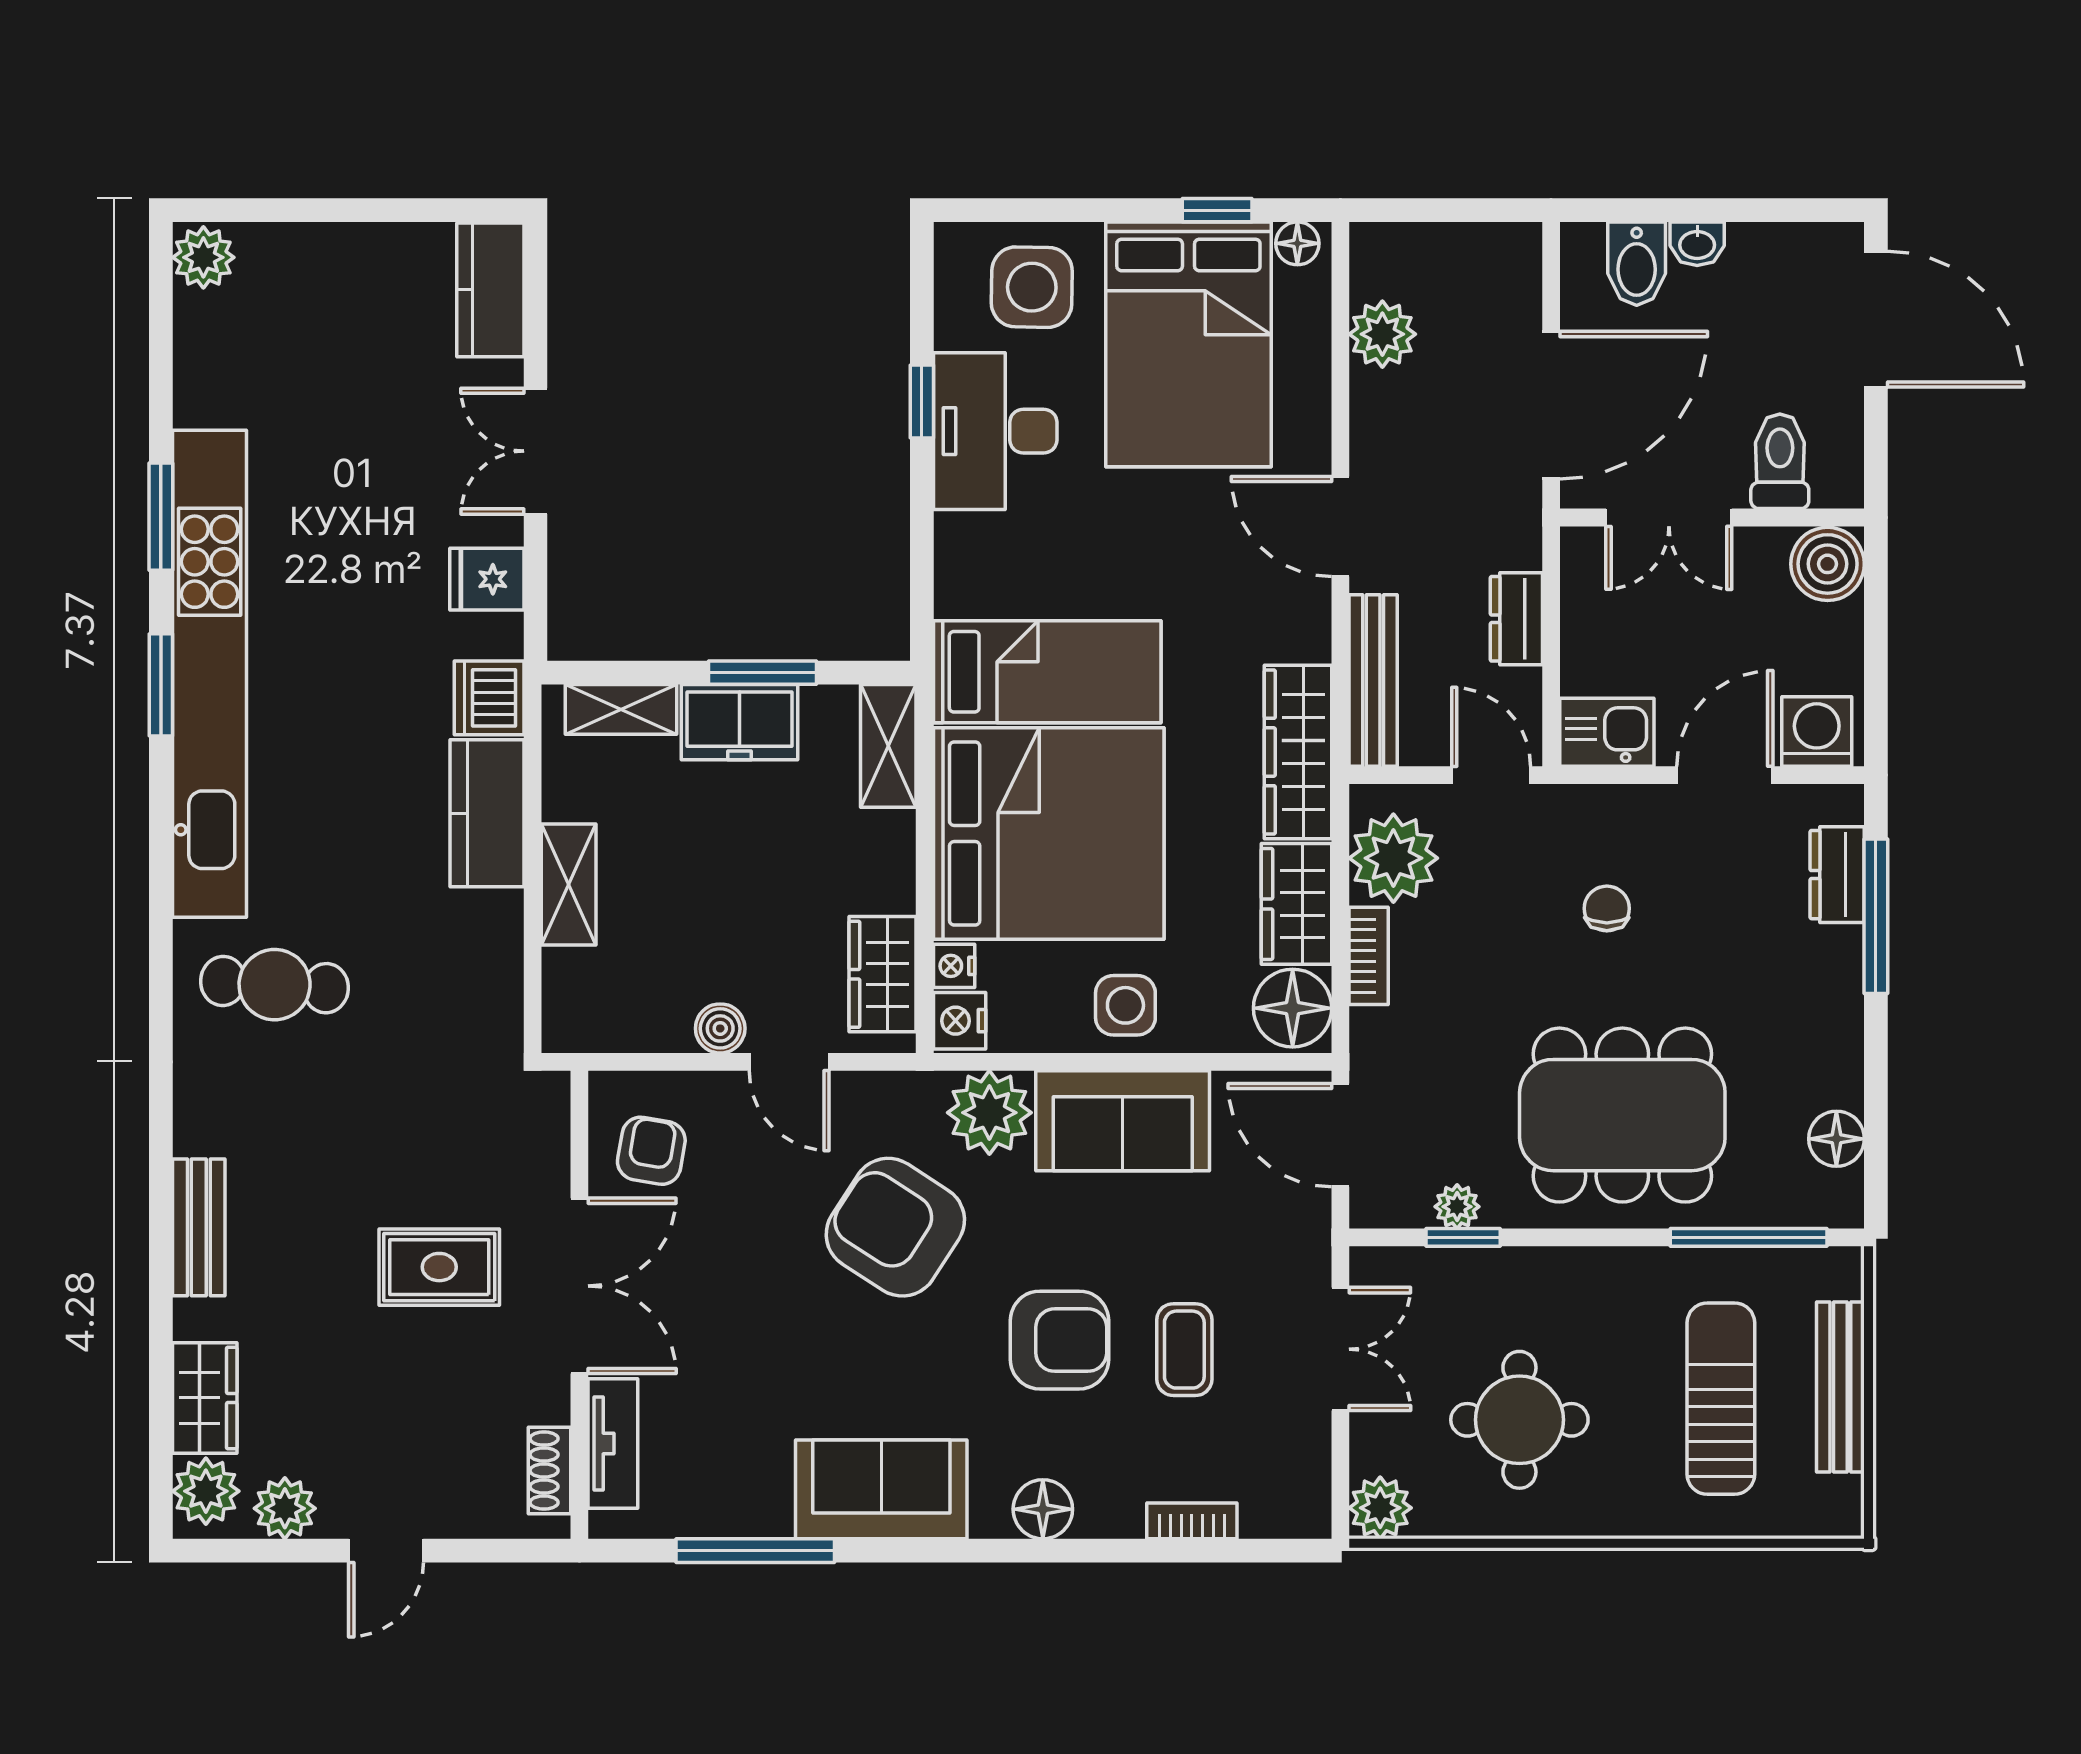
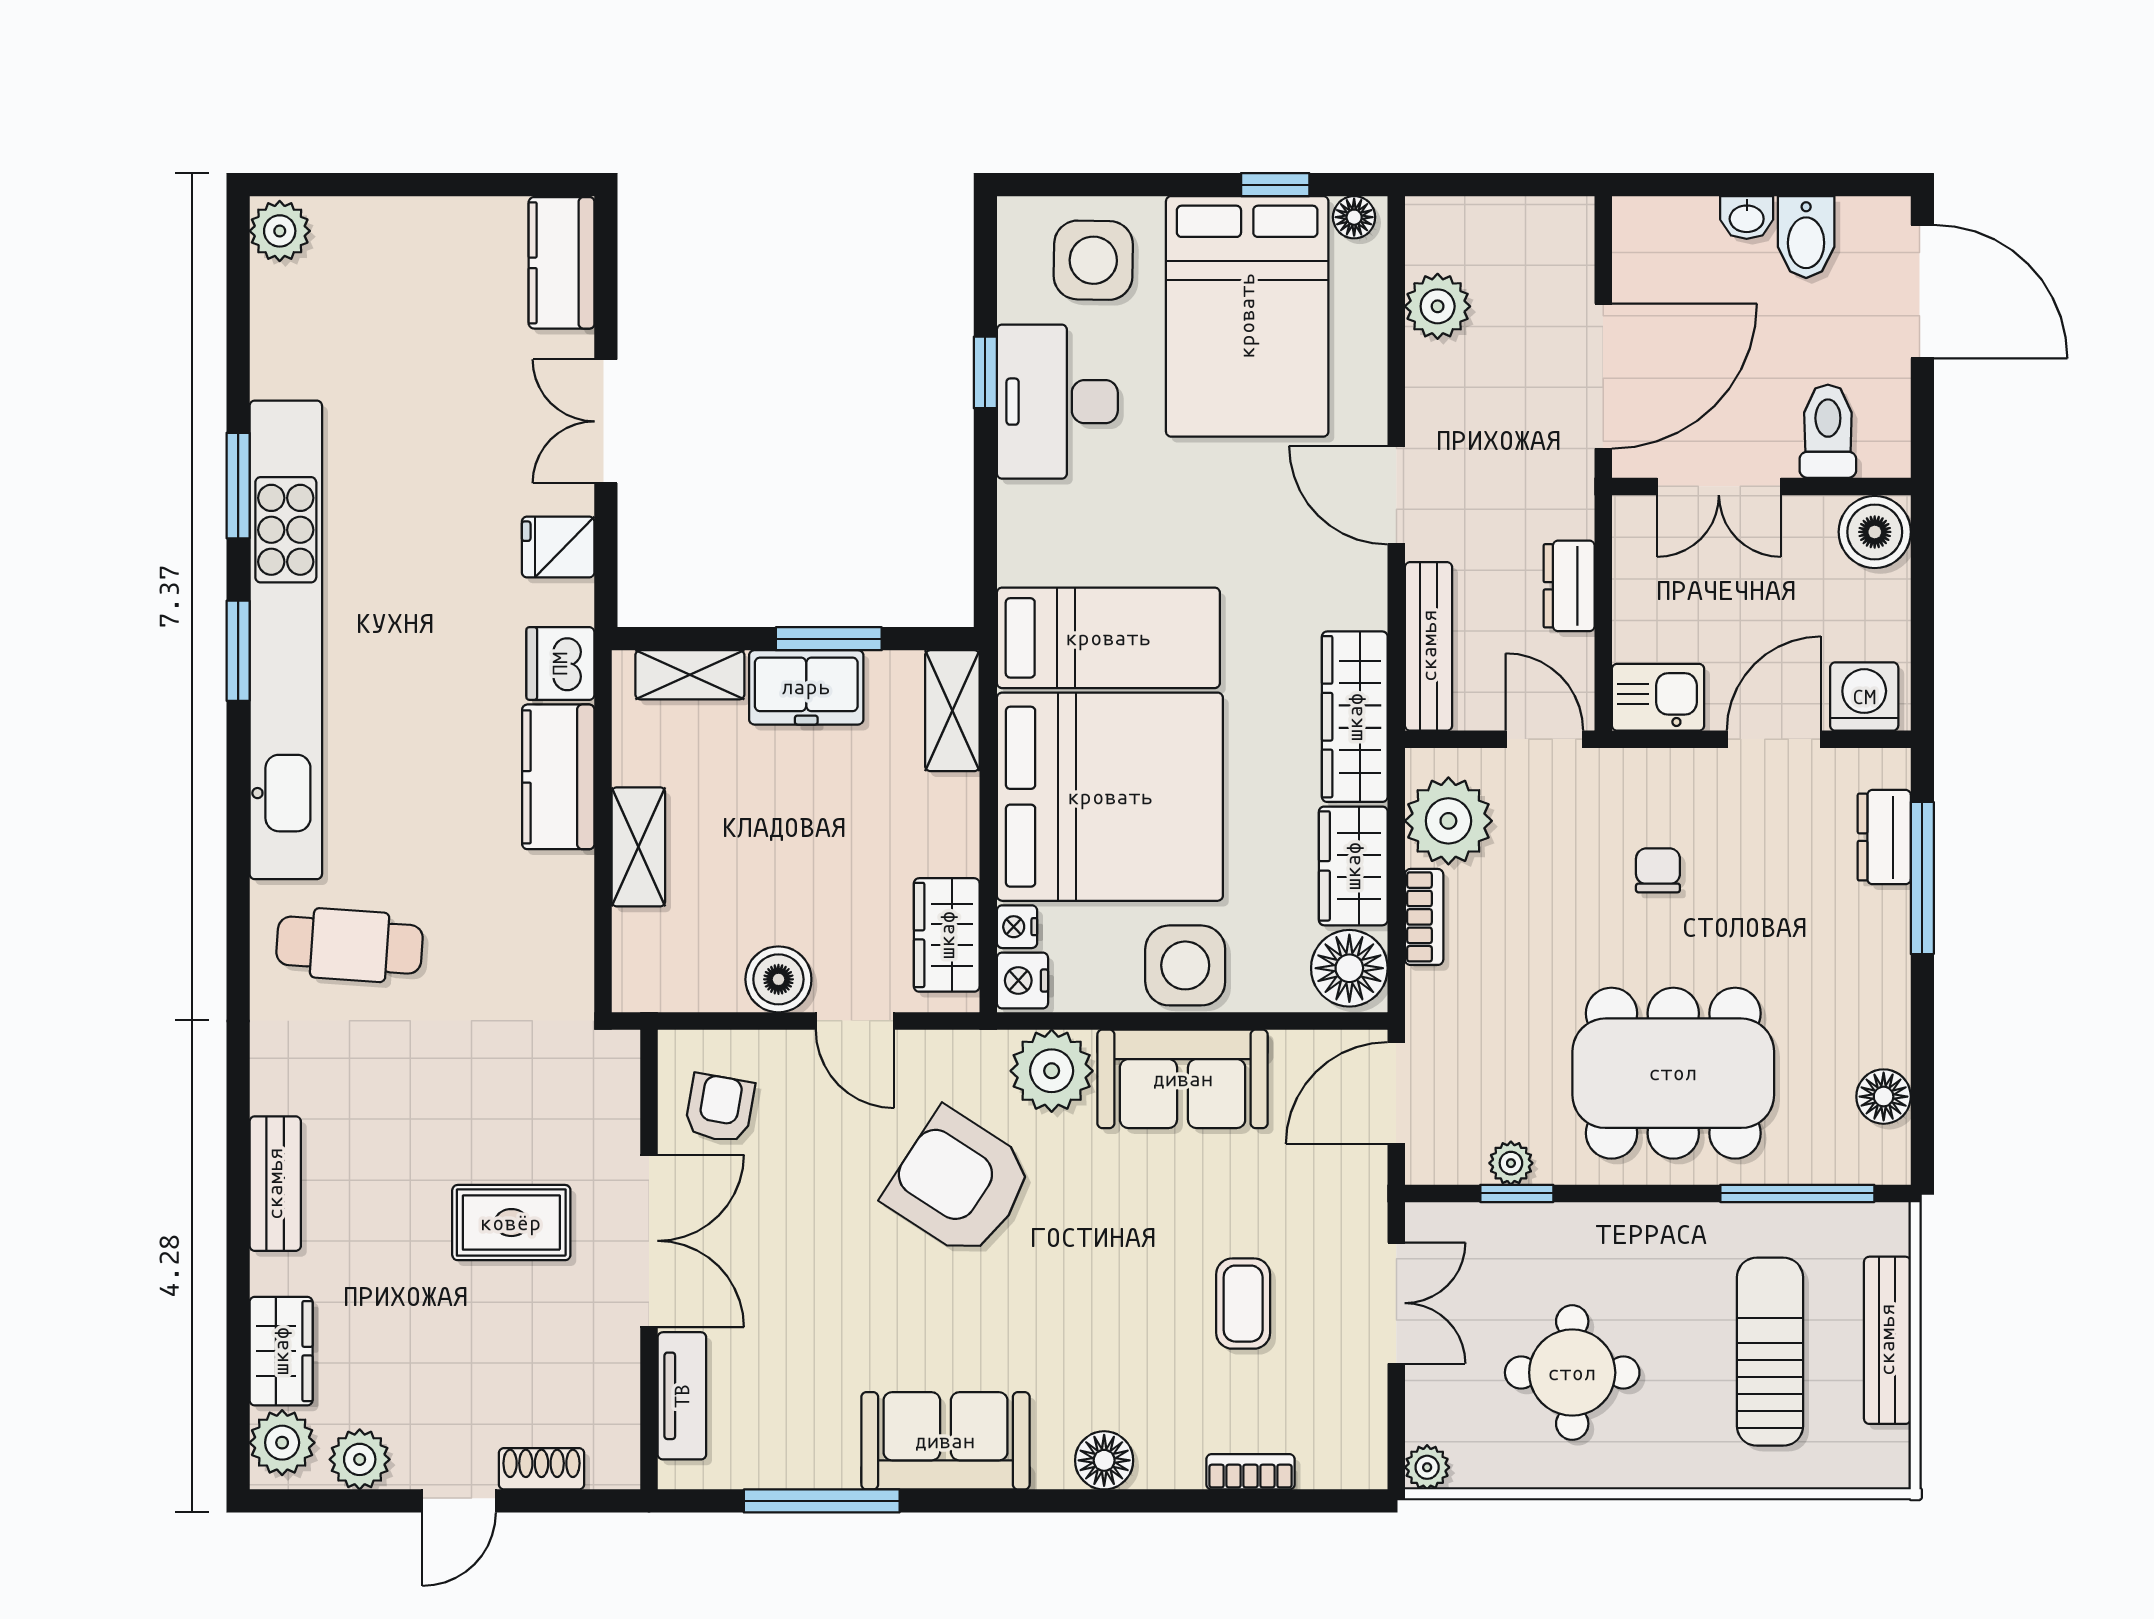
bidet: (1637, 264) -> (1806, 237), moved
side table: (1125, 1005) -> (1185, 965), width x1.37, depth x1.37
boiler: (720, 1028) -> (778, 979), width x1.36, depth x1.36
door: (1340, 1135) -> (1396, 1093), hinge flipped
armchair: (1059, 1340) -> (1120, 1294), removed
shoe rack: (550, 1471) -> (541, 1469), moved, turned 90
plant: (1380, 1508) -> (1427, 1467), width x0.73, depth x0.73

